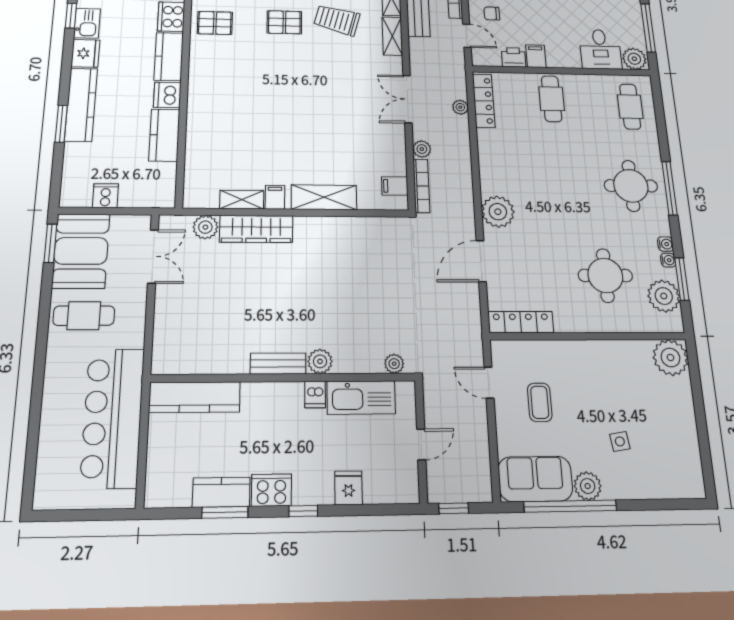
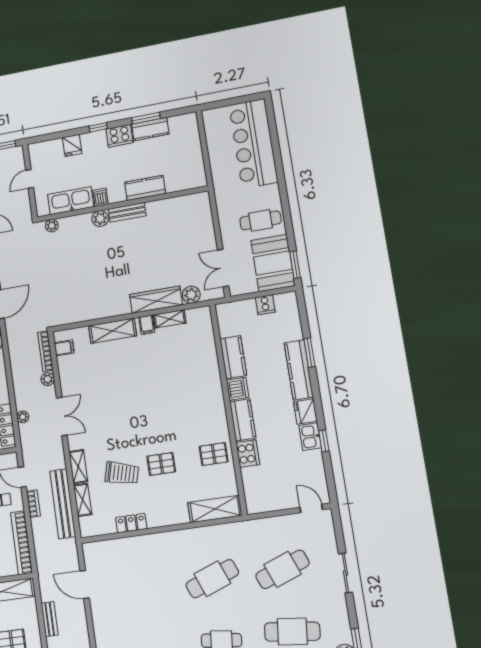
kitchen counter: (195, 397) -> (145, 188), moved, width x0.67
bar counter: (113, 418) -> (253, 144), moved, turned 180

